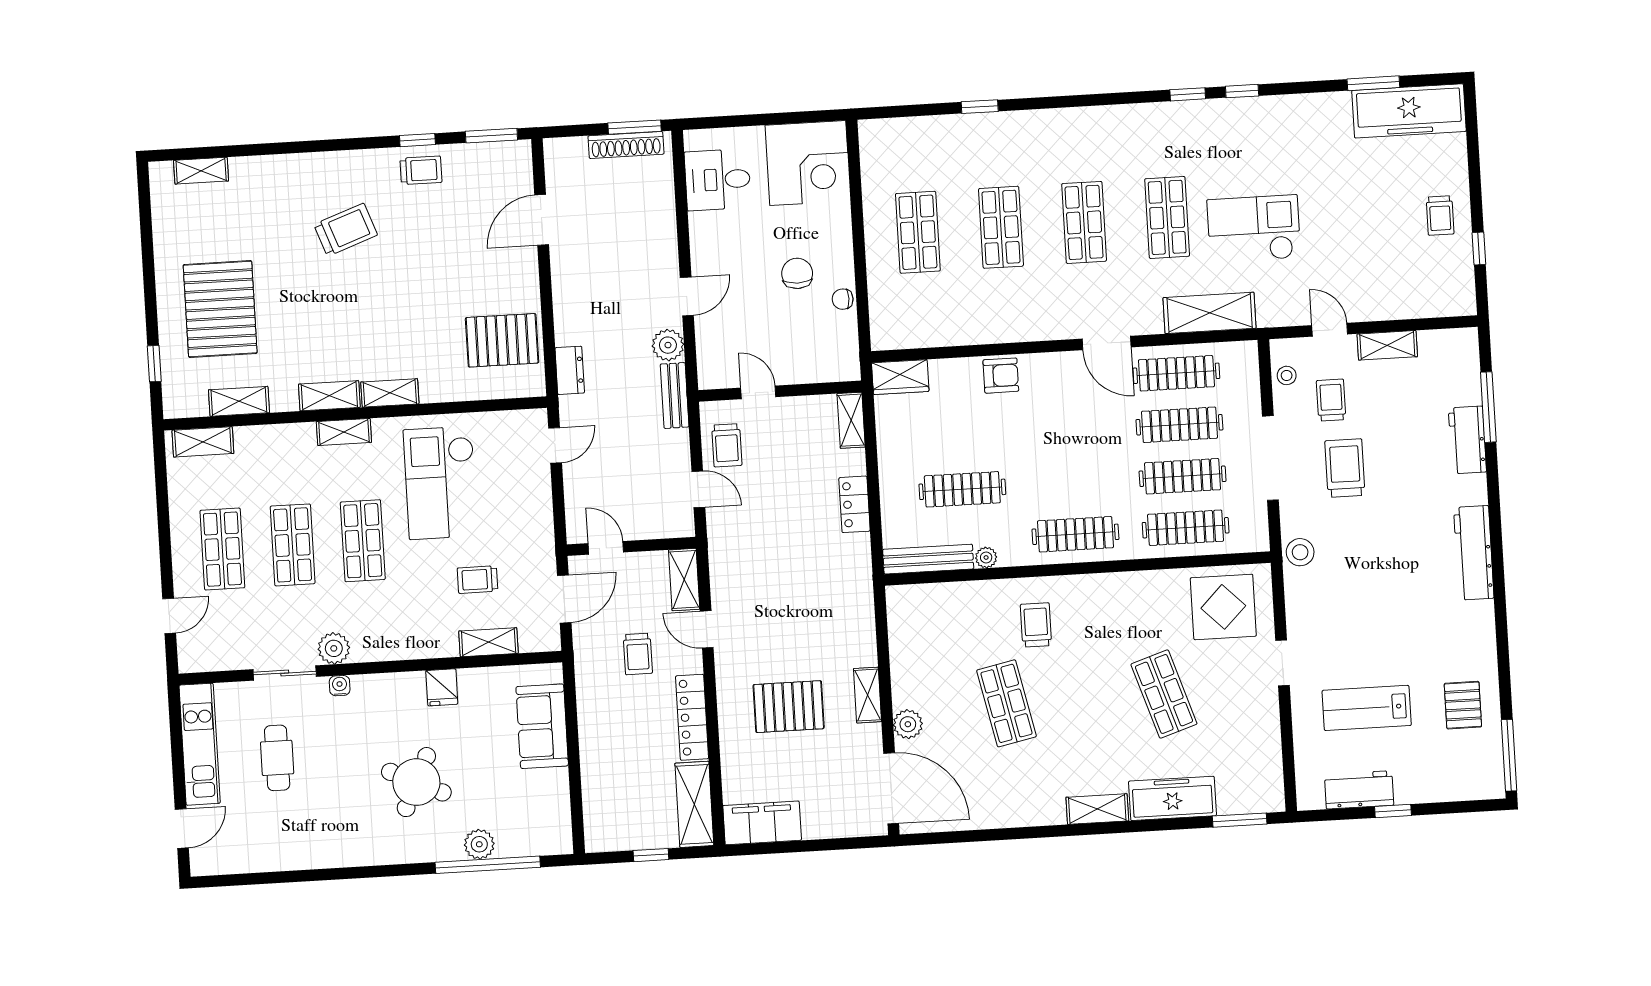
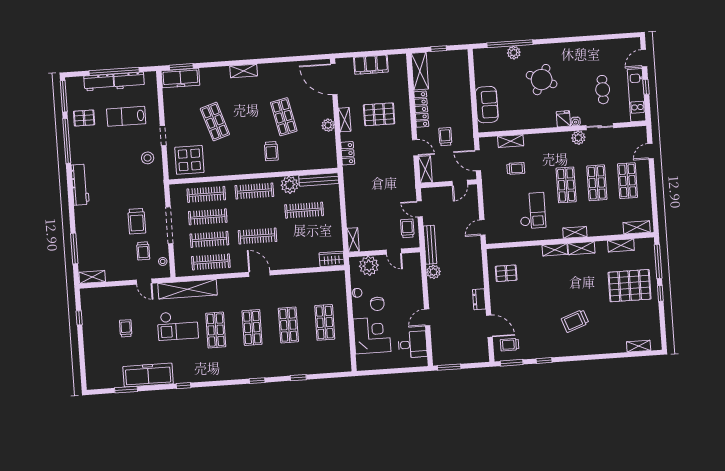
window: (1188, 94) -> (257, 381), moved
freezer: (1409, 111) -> (148, 375), moved
shoe rack: (626, 145) -> (453, 359), removed
corner desk: (808, 163) -> (372, 335), moved, turned 90
trolley: (421, 170) -> (510, 345), moved
trolley: (1440, 216) -> (126, 328), moved
door: (542, 220) -> (489, 326), hinge flipped
window: (150, 291) -> (660, 293), added
door: (687, 296) -> (427, 317), moved
pallet: (220, 309) -> (630, 286), turned 90
shelving: (1210, 313) -> (187, 289), width x1.47
pallet: (502, 340) -> (506, 273), width x0.67, depth x0.71
door: (1107, 343) -> (259, 274), moved
shelving: (1387, 345) -> (92, 277), moved
plant: (816, 361) -> (369, 266), added
window: (154, 364) -> (658, 261), width x2.17
dresser: (570, 370) -> (479, 299), moved
armchair: (1001, 376) -> (288, 260), removed
bench: (675, 396) -> (430, 245), width x1.36
clothes rail: (1069, 431) -> (258, 236), added
workbench: (1467, 440) -> (99, 82), moved, turned 90
checkout: (441, 483) -> (532, 211), width x0.73, depth x0.83
locker: (854, 504) -> (348, 153), moved
door: (606, 548) -> (460, 183), hinge flipped
stool: (1300, 552) -> (148, 158), moved
plant: (986, 558) -> (290, 185), width x1.88, depth x1.88
door: (564, 599) -> (478, 160), hinge flipped
window: (1503, 653) -> (67, 141), added
fridge: (442, 687) -> (563, 119), moved
pallet: (1463, 705) -> (84, 118), turned 90
lab bench: (1367, 708) -> (126, 116), turned 180
plant: (908, 724) -> (328, 125), moved
window: (178, 763) -> (646, 87), added
freezer: (1172, 798) -> (180, 78), moved
window: (1393, 811) -> (114, 71), width x3.17
filing cabinet: (762, 823) -> (371, 65), moved

